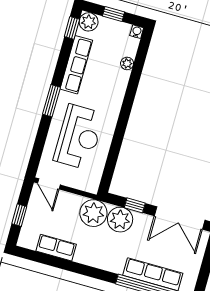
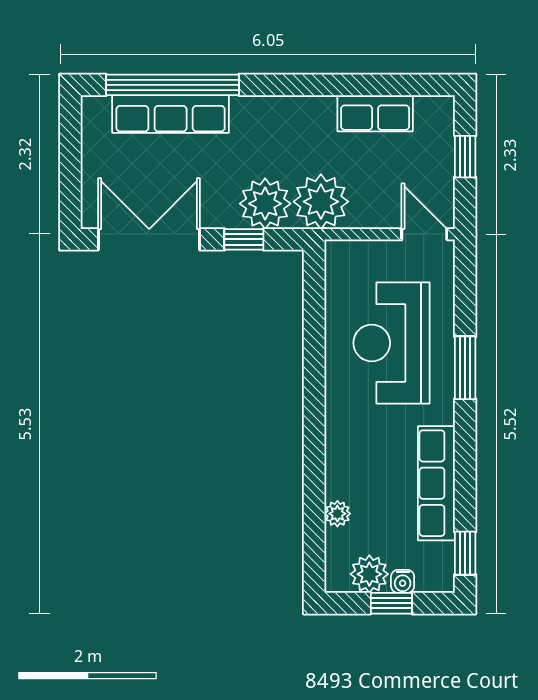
plant: (89, 22) -> (369, 574), moved
water cooler: (137, 32) -> (403, 581), moved
window: (51, 101) -> (465, 368), moved

